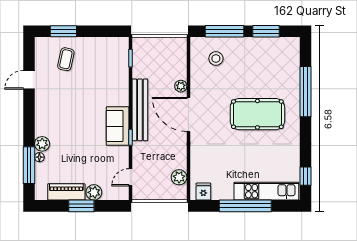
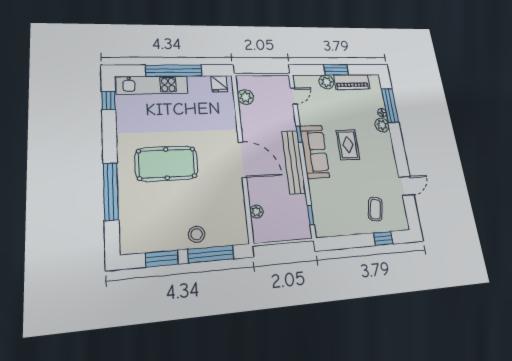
window: (63, 31) -> (383, 238), width x0.67
stool: (216, 58) -> (197, 234), moved
plant: (181, 86) -> (256, 212), moved
rug: (82, 125) -> (348, 145), added
sofa: (118, 126) -> (315, 152), width x1.36

